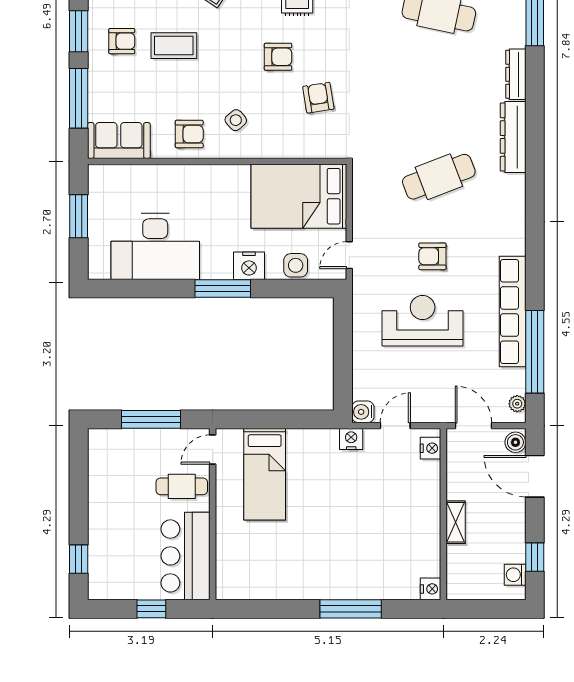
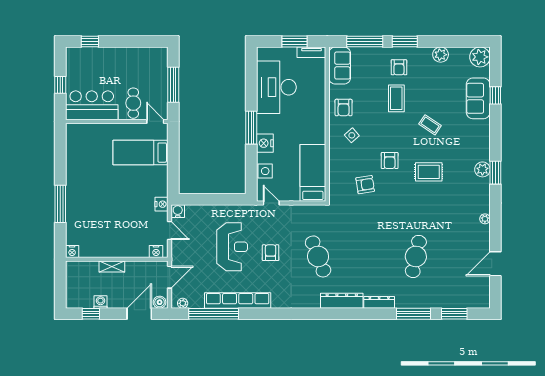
tv unit: (97, 188) -> (311, 52), added
bed: (299, 196) -> (313, 173), width x0.67
washing machine: (515, 575) -> (100, 302), moved

